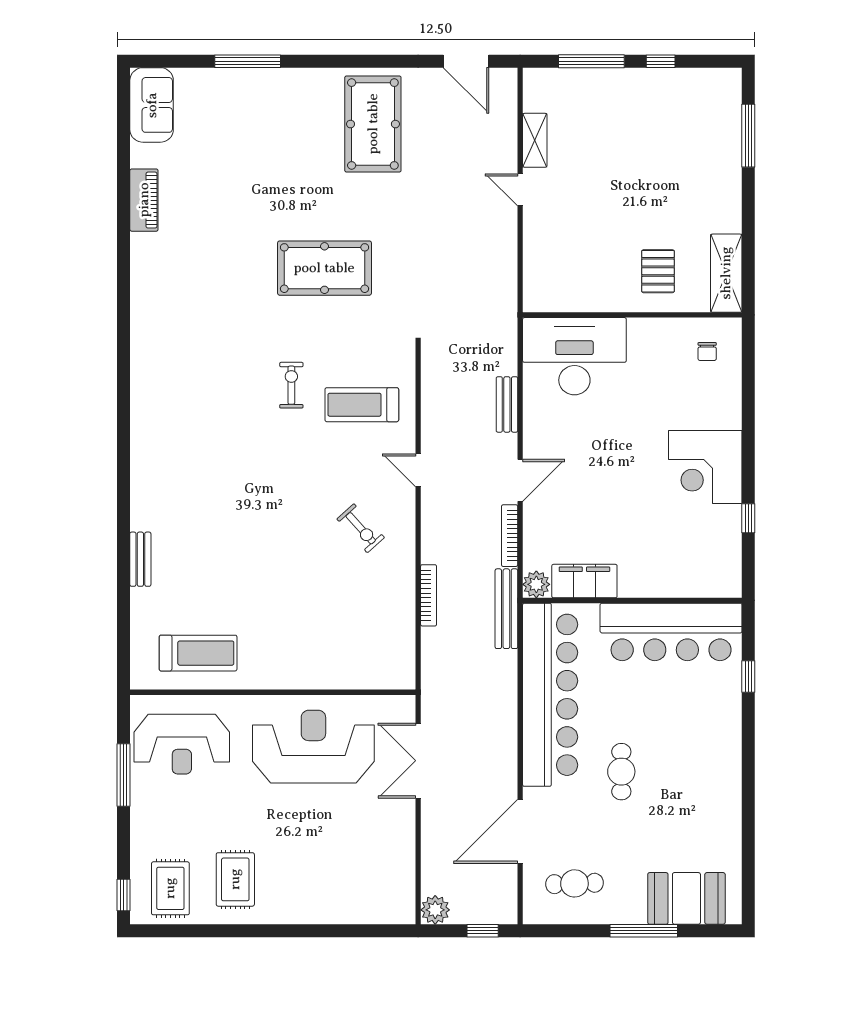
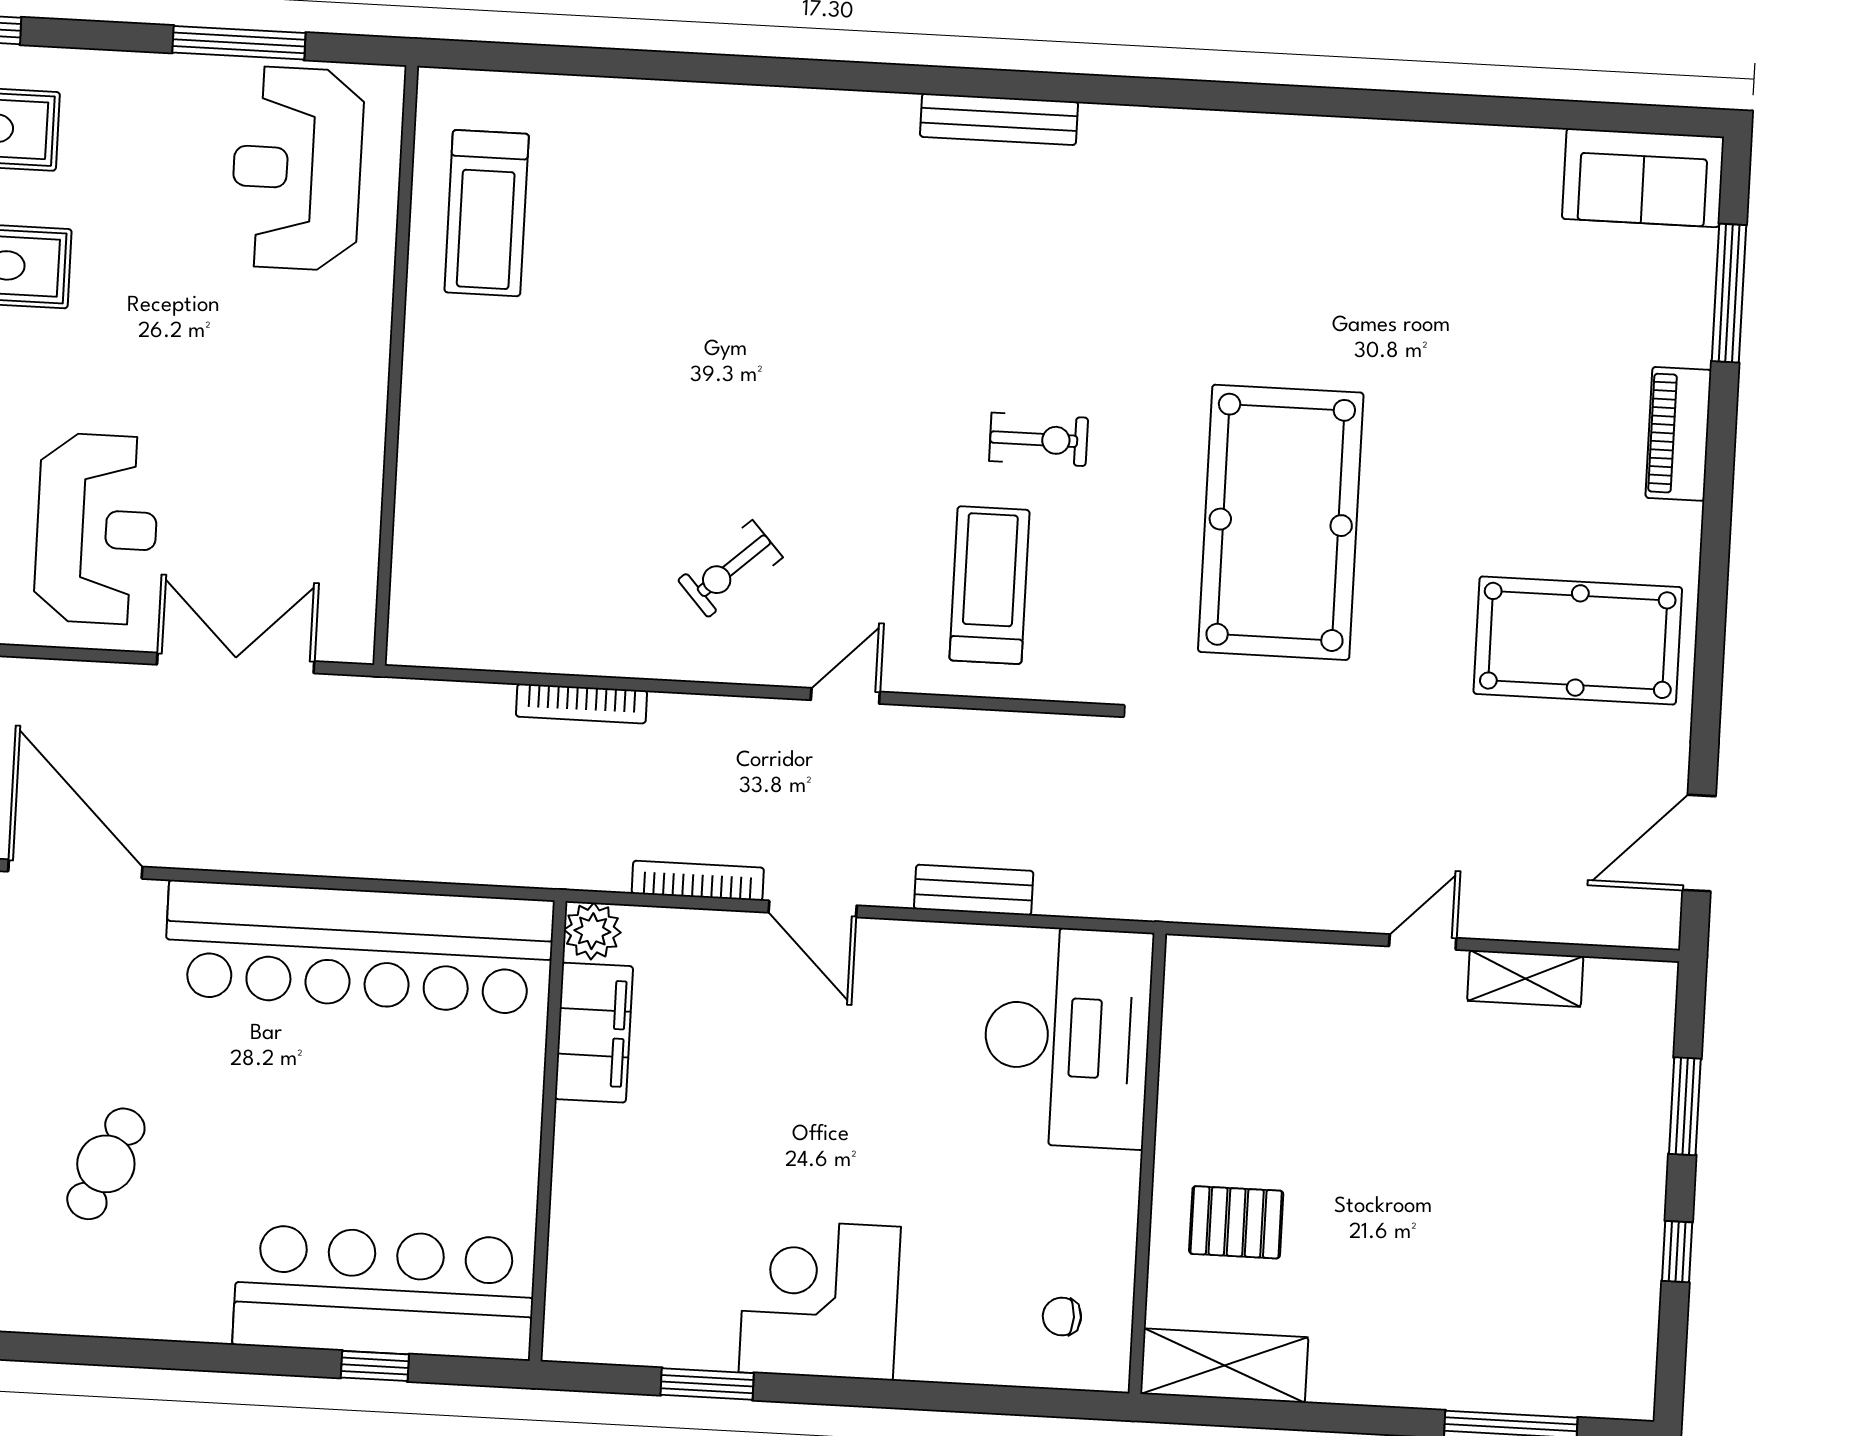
window: (248, 61) -> (1729, 293), moved
window: (591, 61) -> (1685, 1106), width x0.69
piano: (144, 200) -> (1678, 434), moved, turned 90
pool table: (324, 268) -> (1281, 522), width x1.36, depth x1.32
window: (748, 518) -> (707, 1384), width x1.50
bench: (140, 559) -> (999, 119), moved, width x1.36
bench: (506, 609) -> (545, 866), removed
bar counter: (671, 632) -> (384, 1292), moved, turned 90
reception desk: (313, 747) -> (97, 529), moved, width x0.74, depth x0.77
cafe table: (621, 772) -> (106, 1164), moved, turned -66

